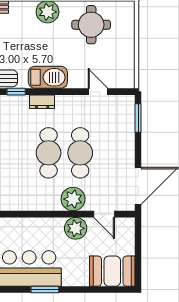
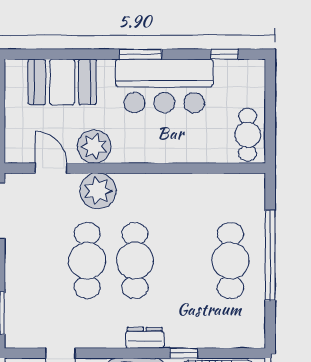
booth: (112, 271) -> (62, 82), moved

